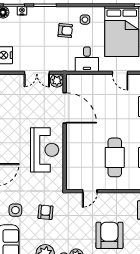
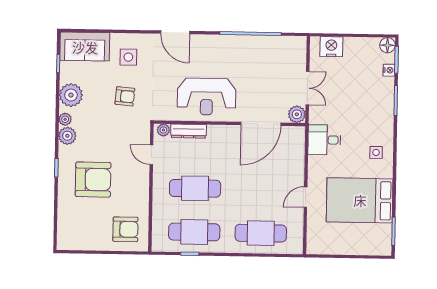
armchair: (65, 31) -> (362, 126), removed
desk: (87, 59) -> (324, 140), moved
double door: (37, 73) -> (307, 88), swing flipped
dresser: (71, 163) -> (189, 131), added
plant: (71, 182) -> (163, 130), added

